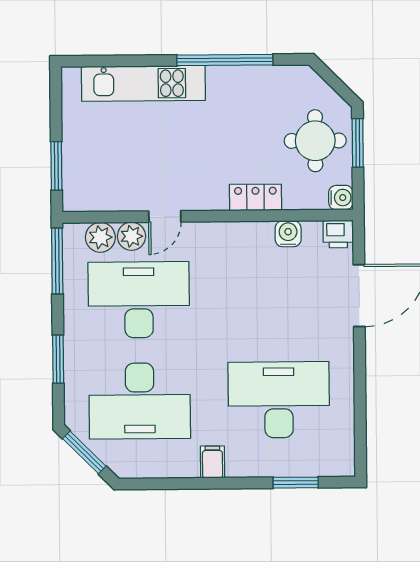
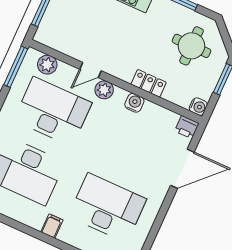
round table: (315, 141) -> (191, 46), moved
water cooler: (288, 234) -> (134, 103), moved
plant: (131, 236) -> (104, 90), moved

